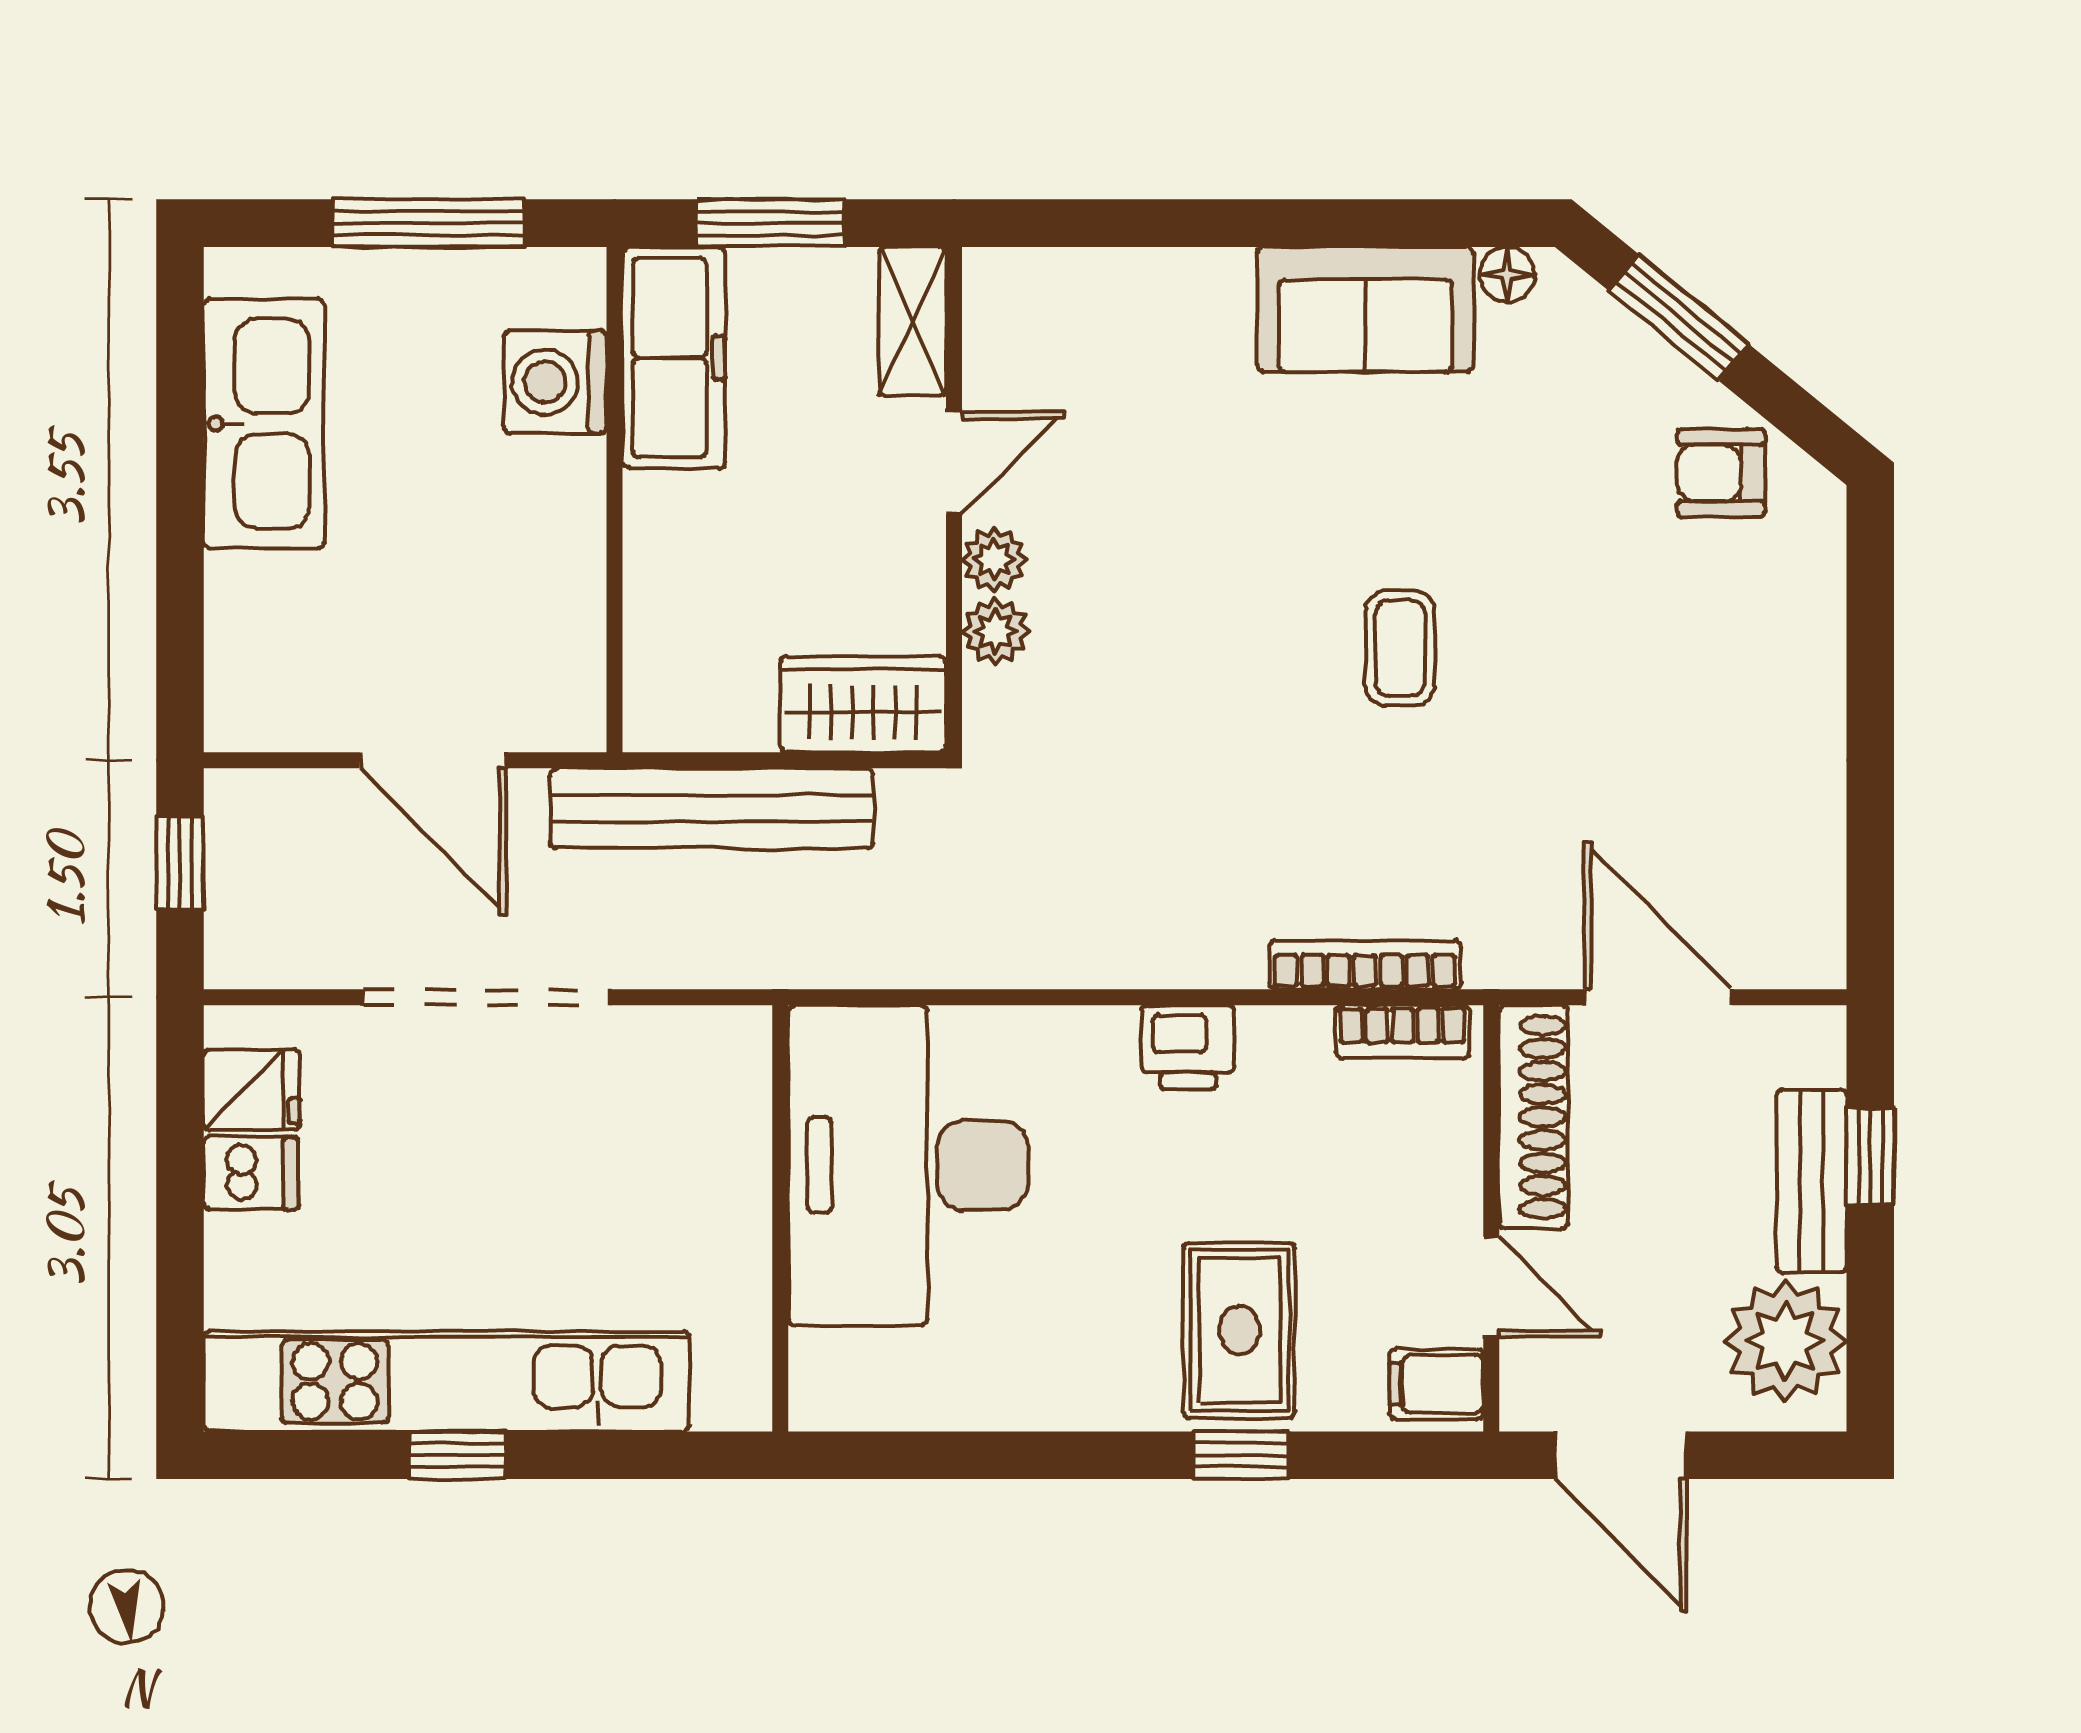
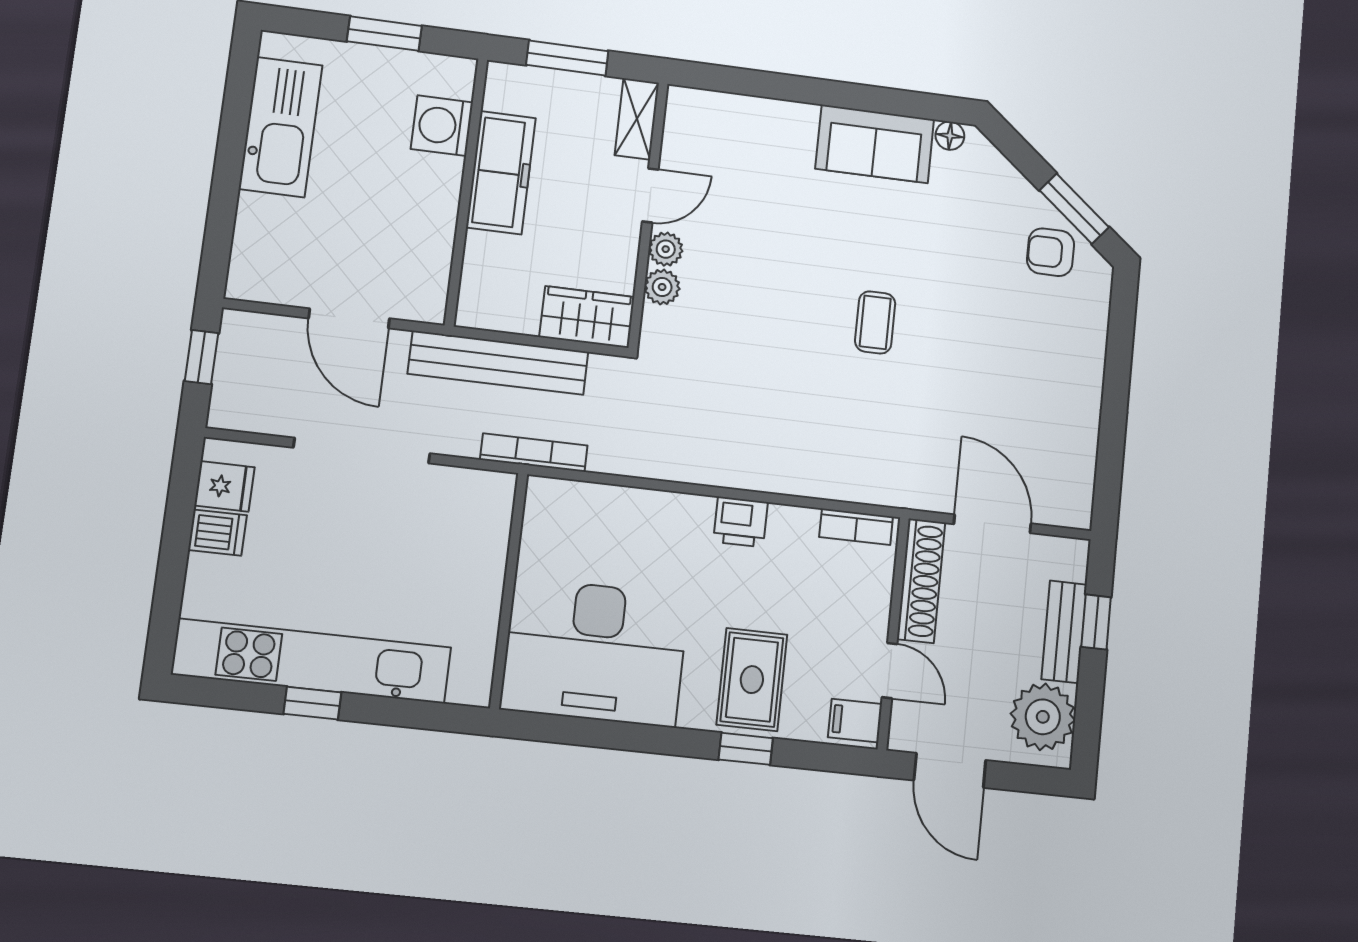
window: (429, 223) -> (384, 34), width x0.69
window: (1679, 318) -> (1074, 209), moved
freezer: (674, 358) -> (501, 173), moved
bookcase: (1365, 965) -> (534, 453), moved
desk: (908, 1165) -> (595, 652), moved, turned -90

